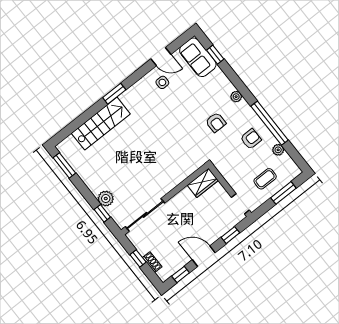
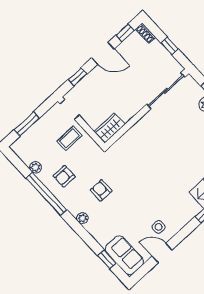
coffee table: (265, 179) -> (69, 138), moved
shoe rack: (152, 262) -> (145, 33), moved

